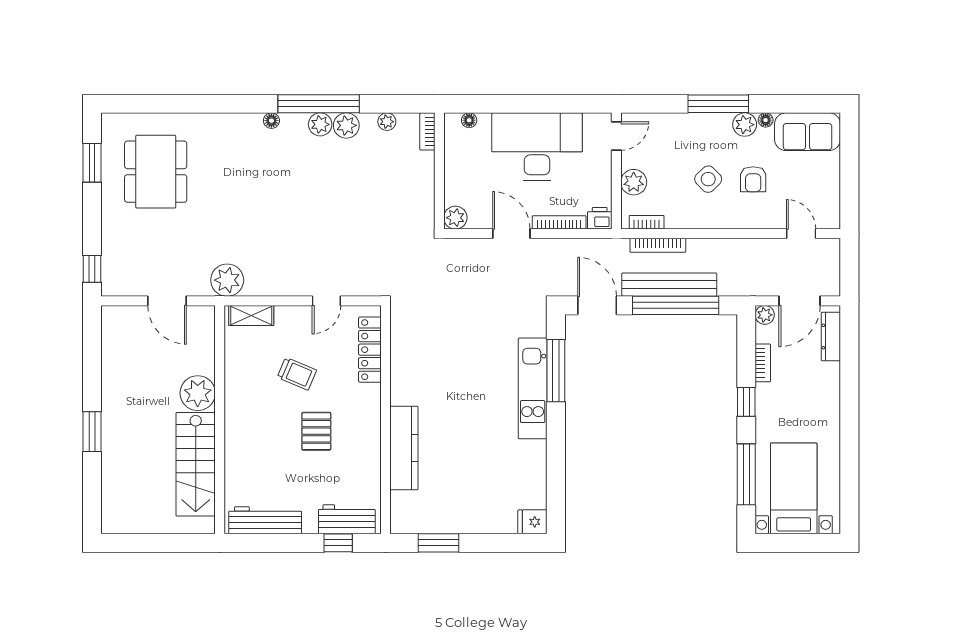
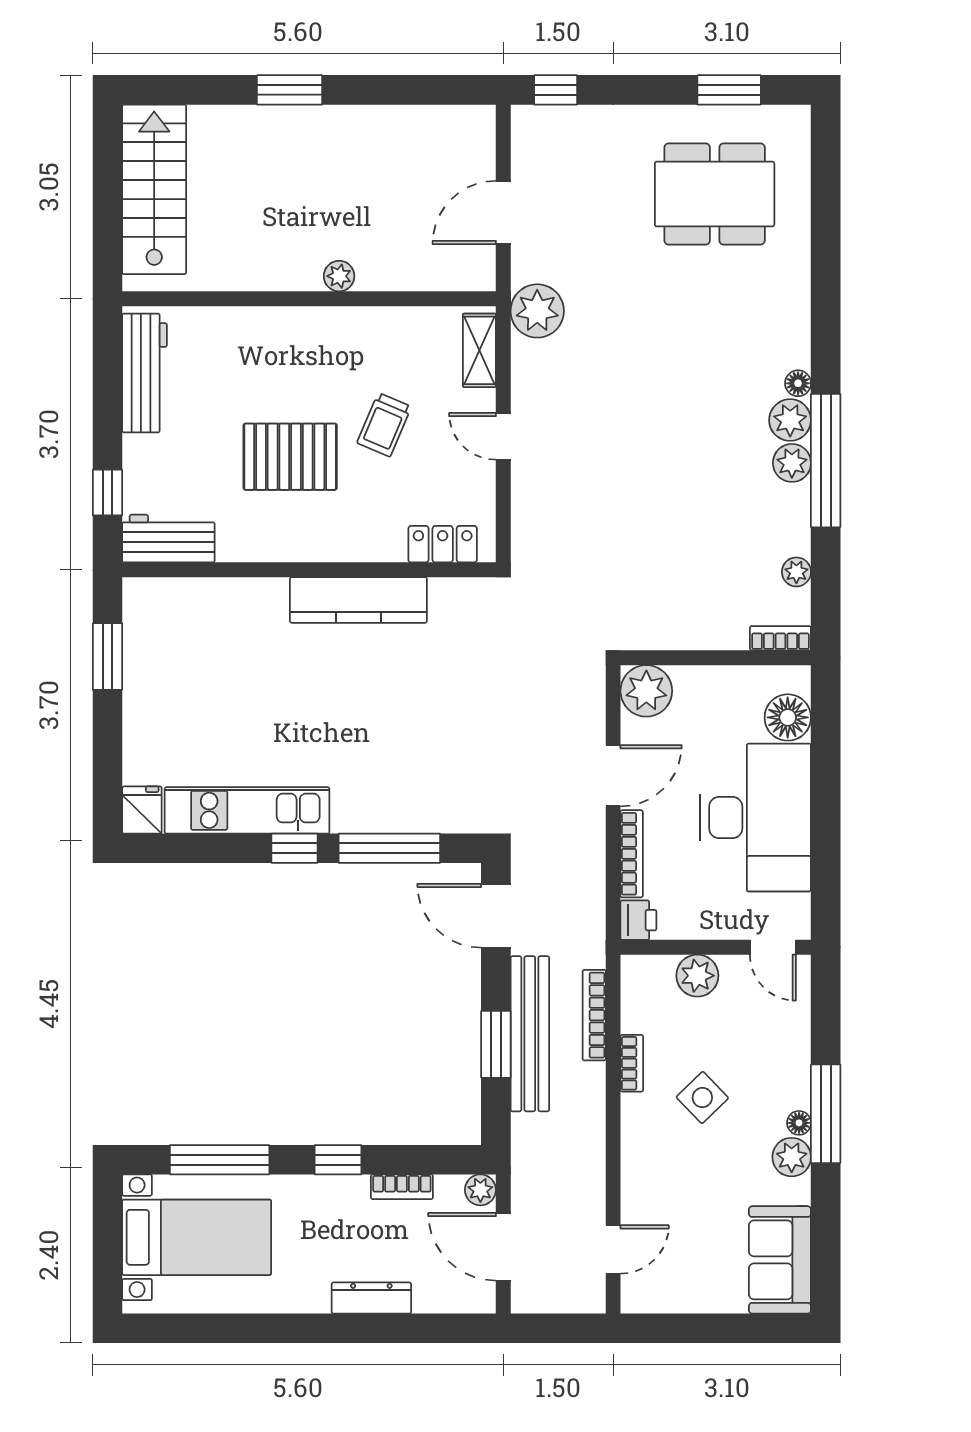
floor lamp: (469, 120) -> (788, 717), width x1.89, depth x1.89
floor lamp: (766, 120) -> (799, 1123), moved
plant: (346, 125) -> (790, 420), moved
armchair: (753, 179) -> (702, 1171), removed
plant: (455, 218) -> (646, 691), width x1.36, depth x1.36
bookcase: (647, 222) -> (632, 1063), moved
door: (326, 301) -> (503, 436), moved
door: (597, 305) -> (496, 916), swing flipped
window: (676, 305) -> (496, 1044), width x0.47
dresser: (831, 337) -> (371, 1298), moved
locker: (370, 350) -> (443, 544), width x0.66
kitchen unit: (533, 388) -> (247, 810), moved
plant: (198, 393) -> (339, 276), width x0.53, depth x0.53
window: (556, 429) -> (294, 848), added
pallet: (316, 431) -> (290, 457), width x1.50, depth x1.42
kitchen counter: (404, 448) -> (358, 600), moved
stairs: (196, 464) -> (154, 189), moved, turned 90
workbench: (347, 519) -> (168, 539), moved, turned -90

